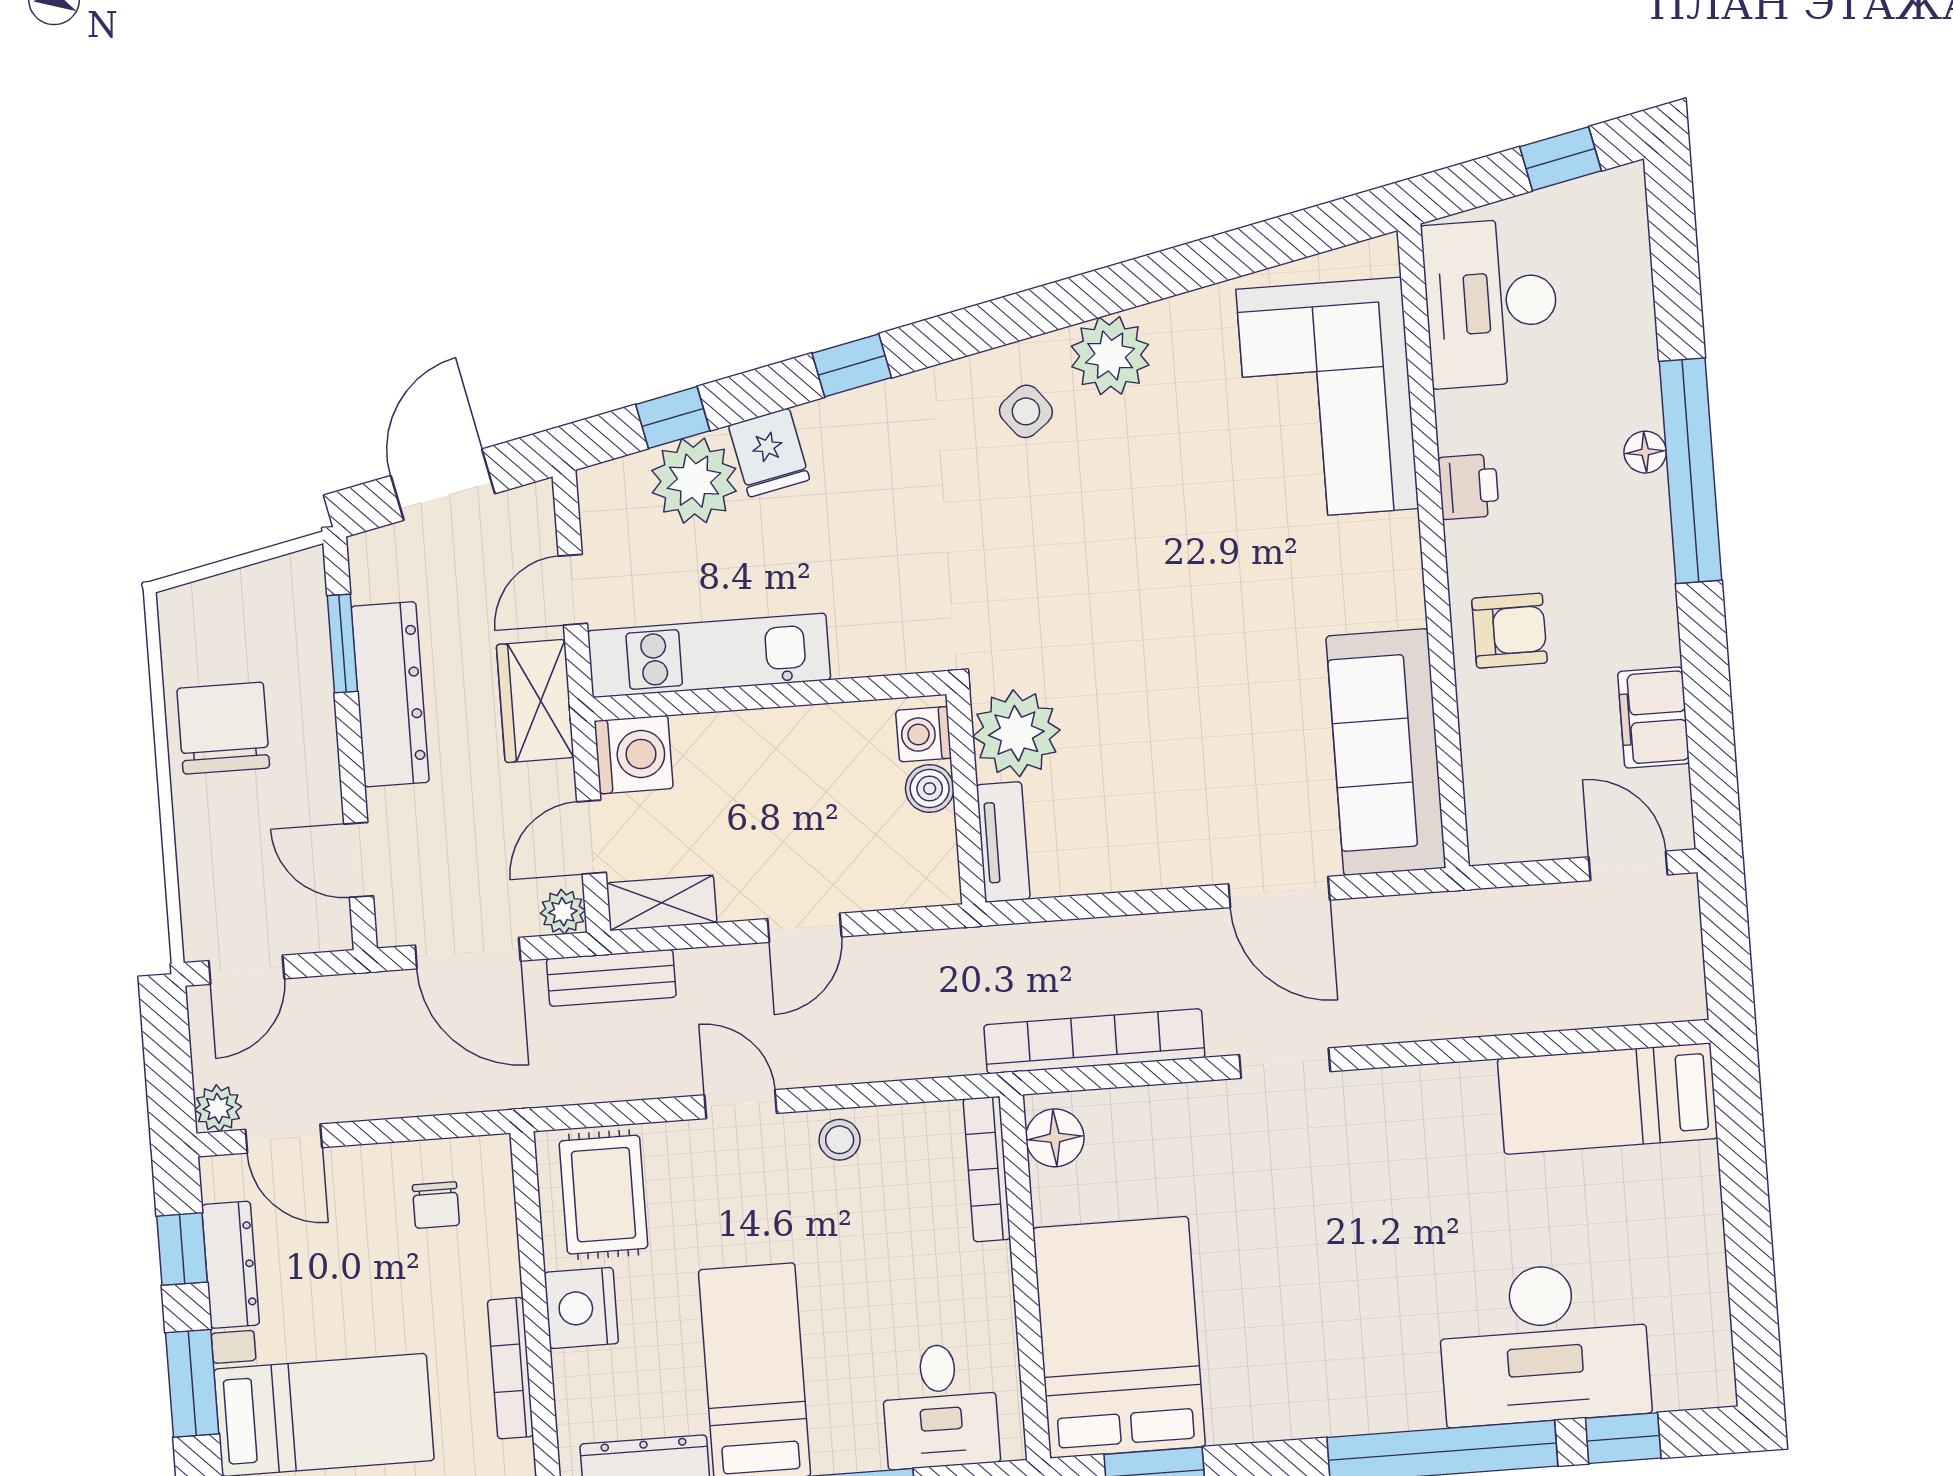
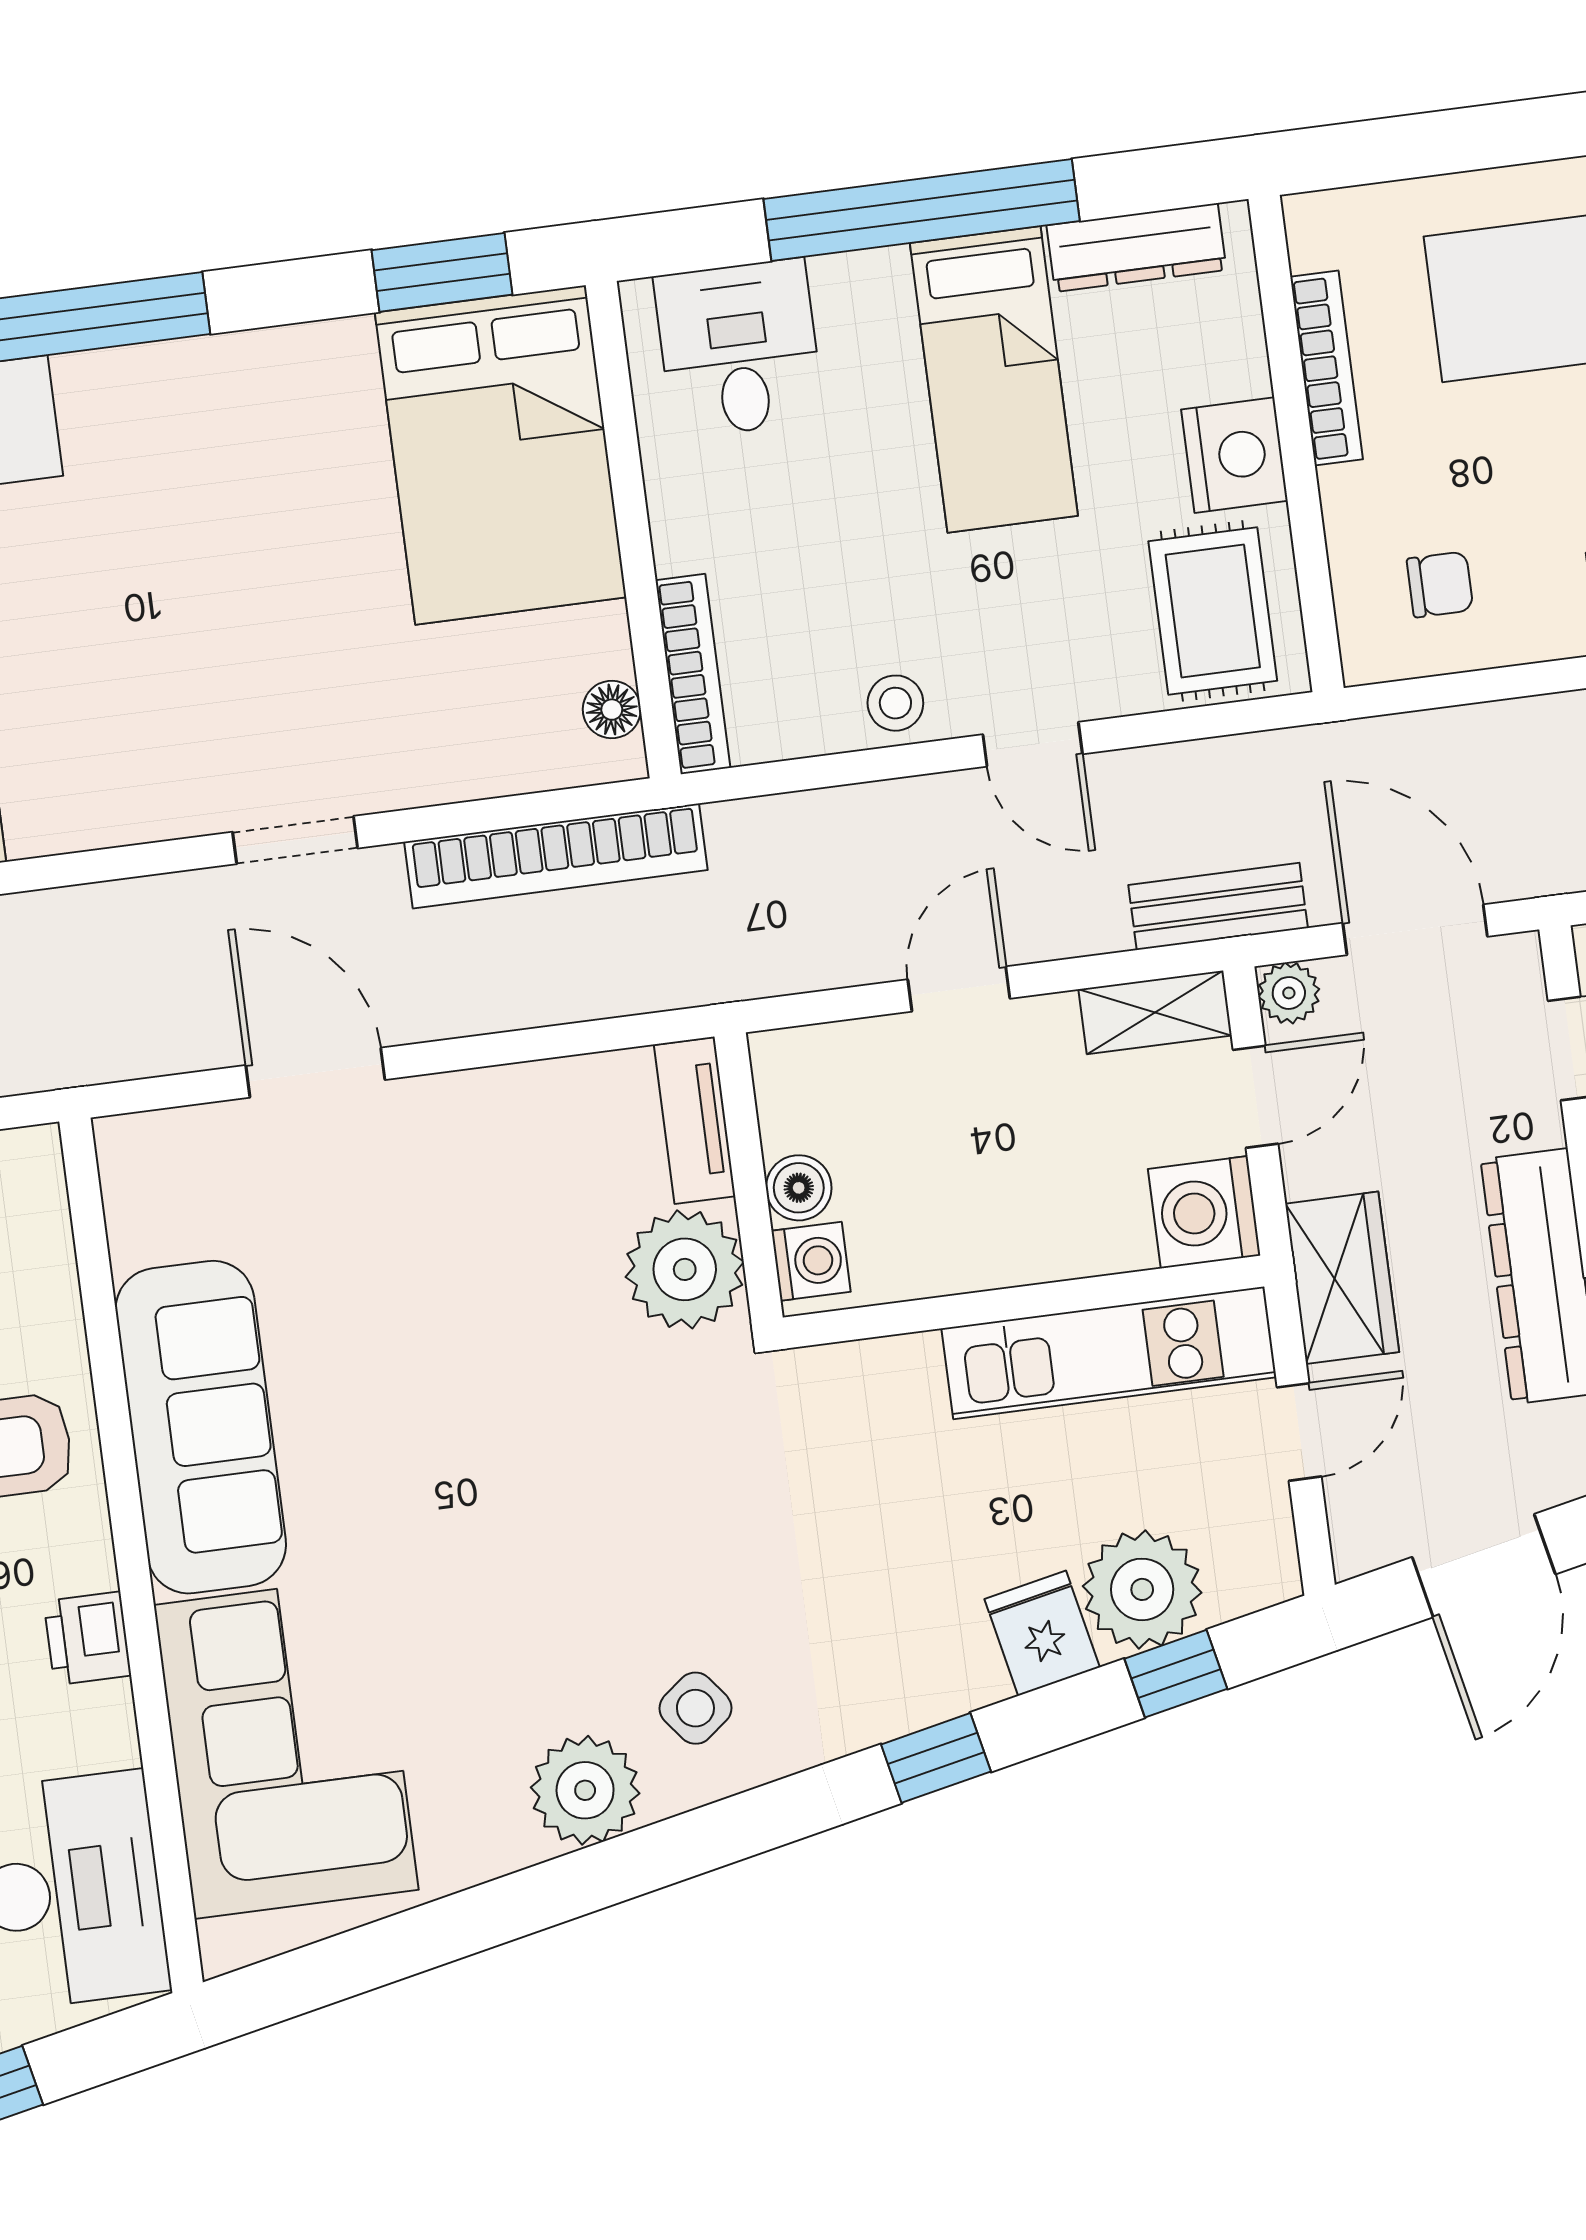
sofa: (1386, 752) -> (201, 1427), moved
floor lamp: (1055, 1138) -> (612, 710), width x0.73, depth x0.73
chair: (436, 1205) -> (1440, 584), turned 90

